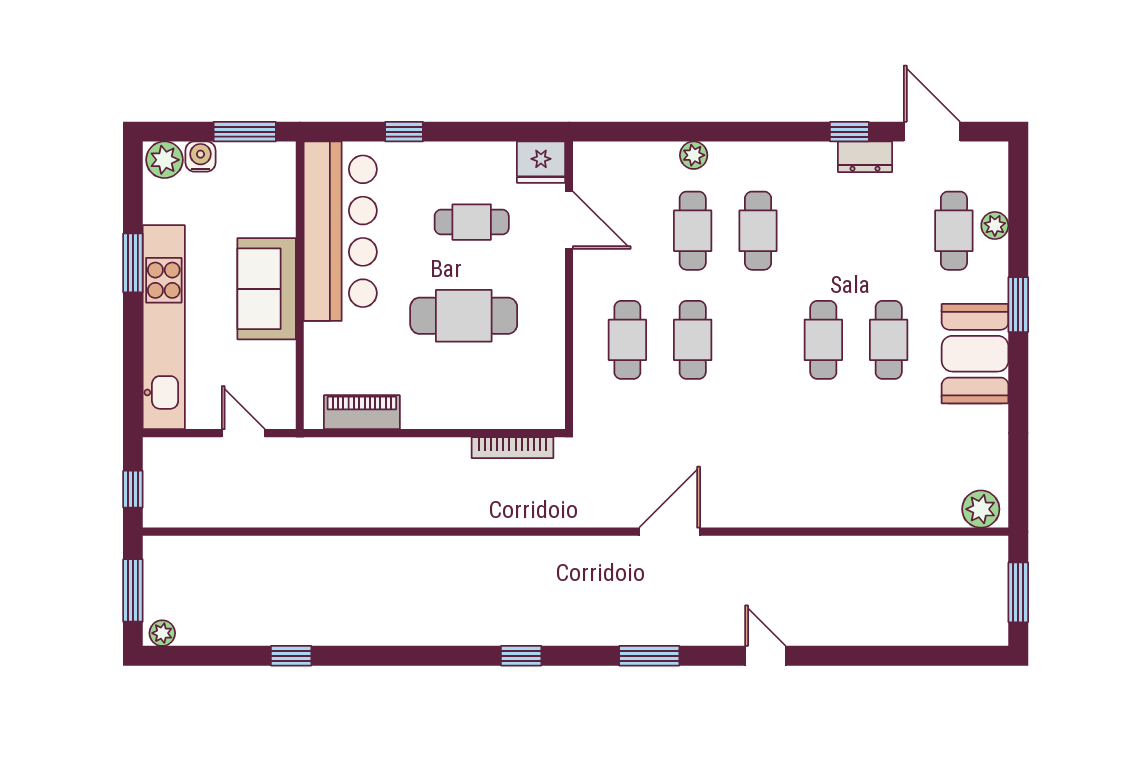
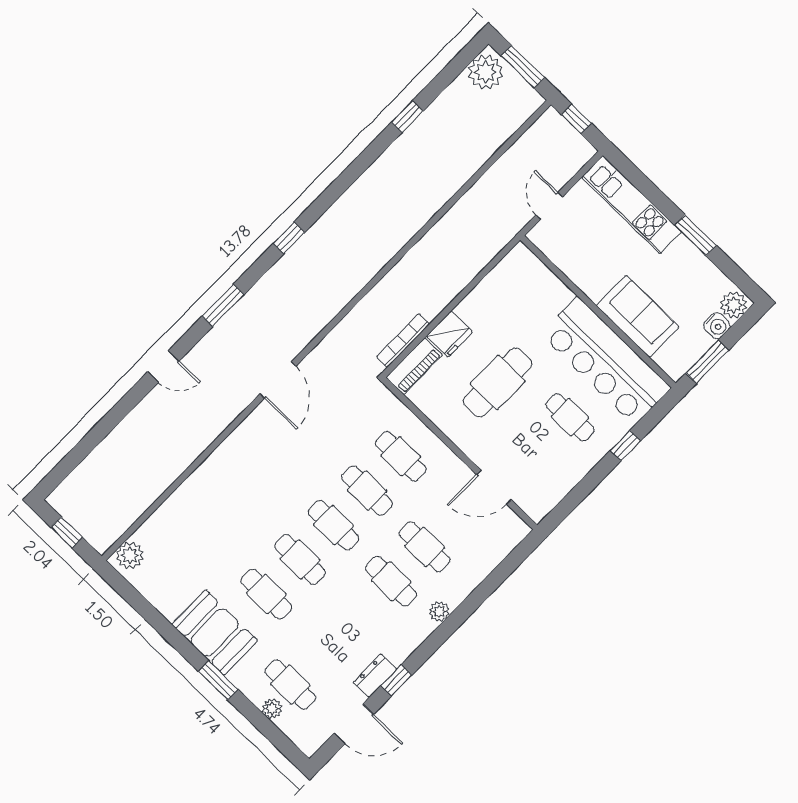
plant: (694, 155) -> (439, 611), moved
fridge: (541, 162) -> (449, 334), moved, turned 180
cafe table: (472, 222) -> (570, 417), moved, turned 90
sofa: (267, 289) -> (638, 316), moved
kitchen unit: (164, 327) -> (631, 205), width x0.73
cafe table: (758, 340) -> (334, 525), added
piano: (362, 412) -> (414, 366), moved
door: (243, 433) -> (549, 206), swing flipped
window: (1018, 592) -> (67, 532), width x0.67
plant: (162, 633) -> (486, 72), width x1.88, depth x1.88

